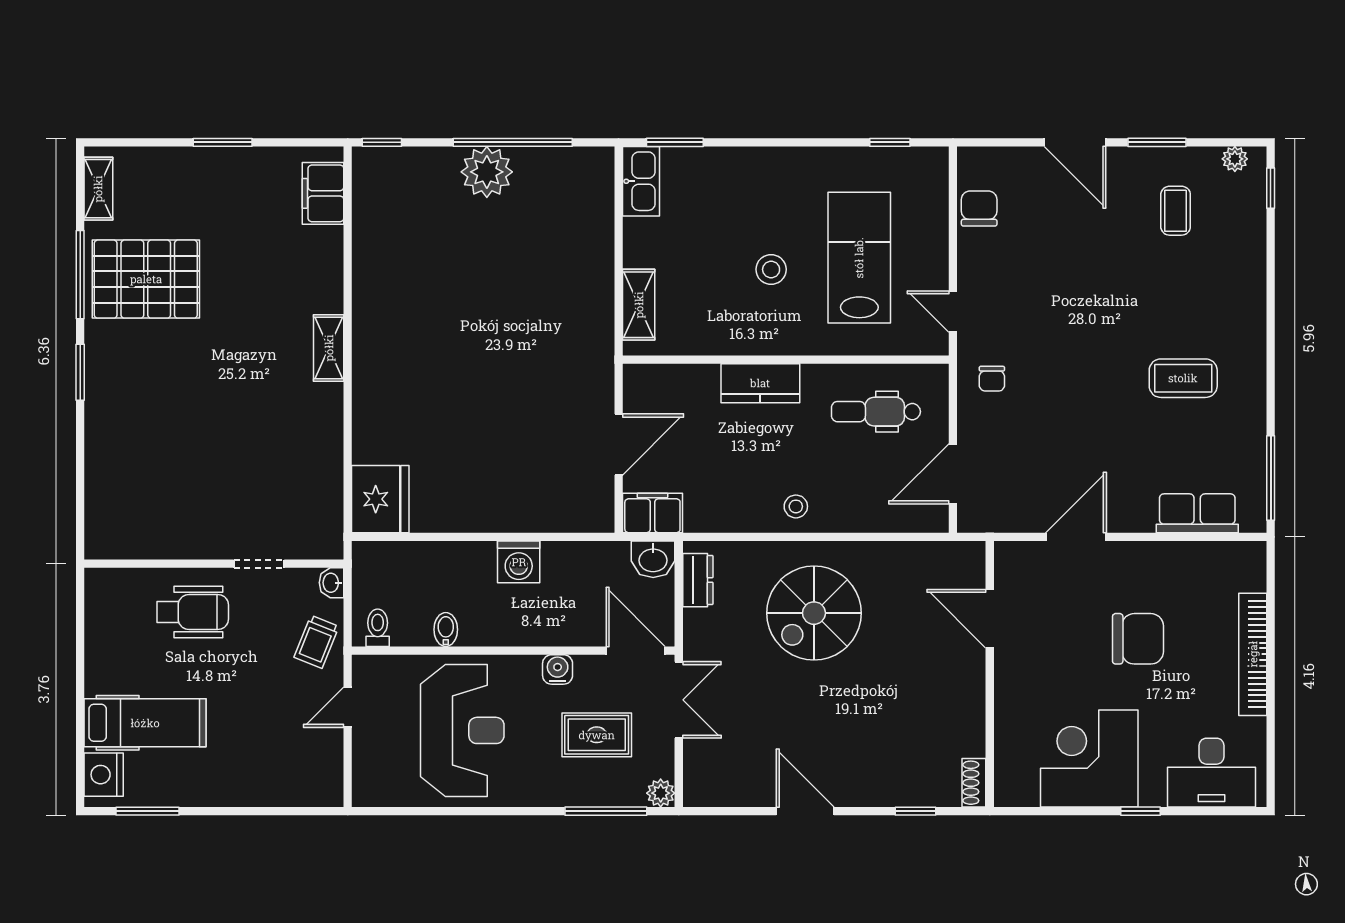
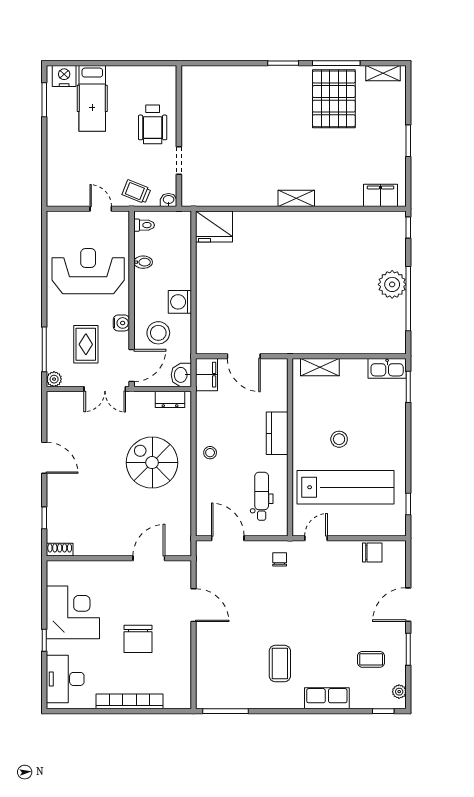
lab bench: (859, 258) -> (345, 487), width x1.36
chair: (992, 379) -> (280, 559), turned 90
row of seats: (1197, 513) -> (327, 698), moved, turned -90
stool: (576, 602) -> (158, 333), added
reception desk: (462, 730) -> (88, 271), turned 180
door: (805, 811) -> (44, 458), hinge flipped

